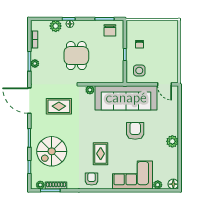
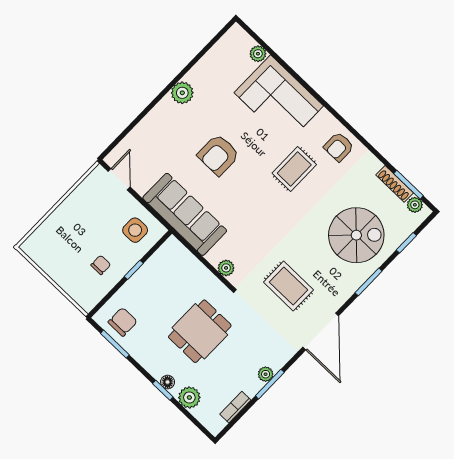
sofa: (126, 98) -> (185, 214), width x0.74, depth x0.79
floor lamp: (173, 184) -> (236, 35), removed

